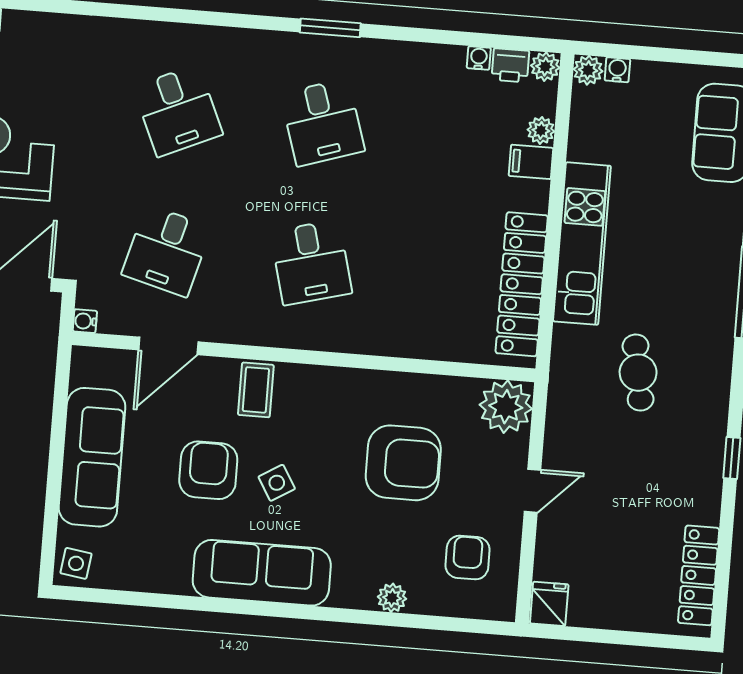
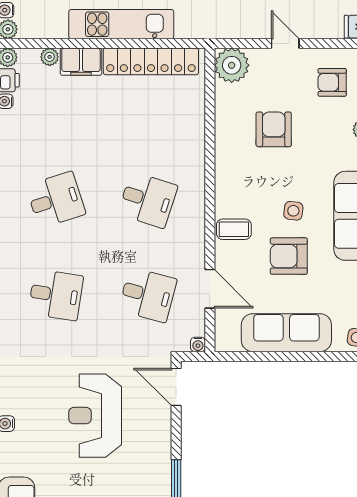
desk: (178, 111) -> (56, 295), turned 33
filing cabinet: (531, 162) -> (81, 62), width x2.00
desk: (311, 262) -> (148, 200), turned 33
armchair: (403, 463) -> (274, 129), width x0.73, depth x0.73
side table: (277, 483) -> (293, 211), turned 38

